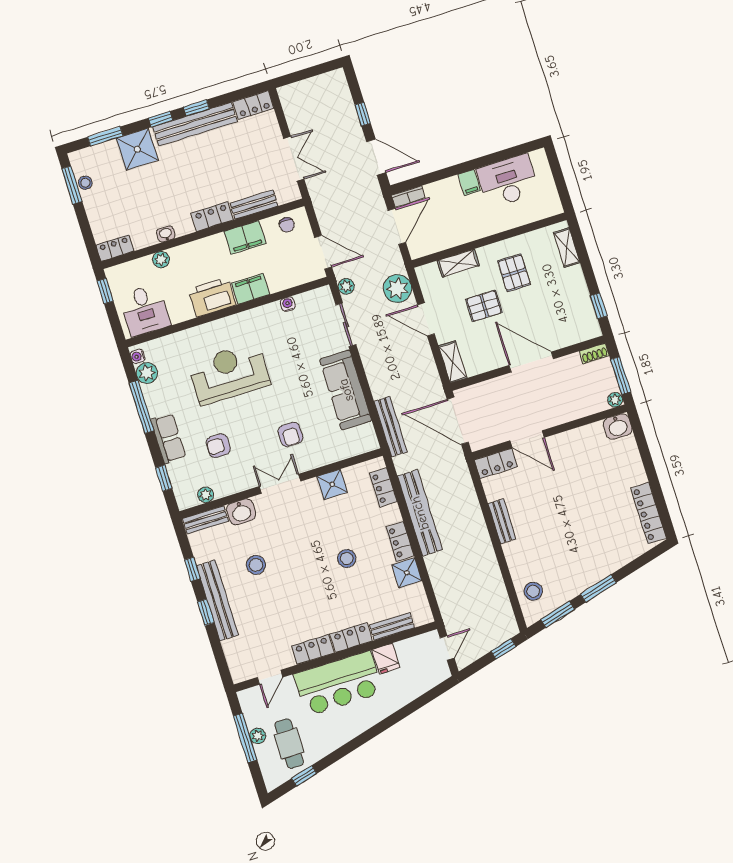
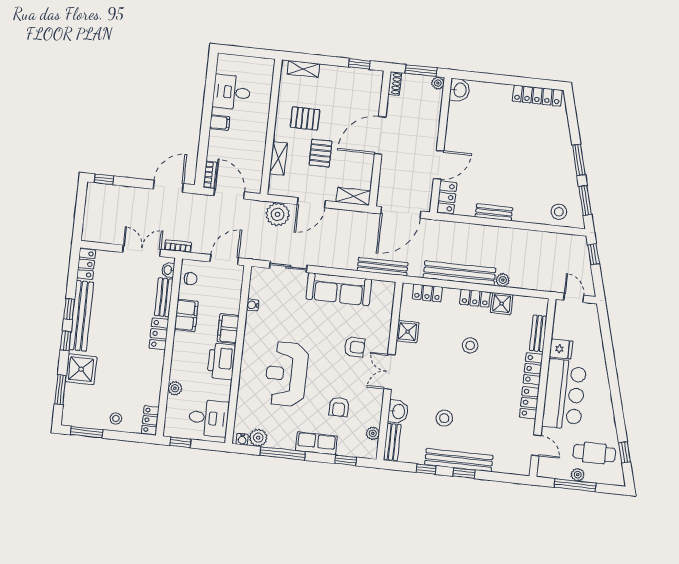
window: (363, 114) -> (104, 179), moved
desk: (508, 181) -> (232, 92), width x0.73
stool: (85, 183) -> (116, 419), moved
bookcase: (316, 196) -> (178, 246), added
washbasin: (166, 234) -> (168, 270), moved
plant: (346, 286) -> (503, 280), moved

